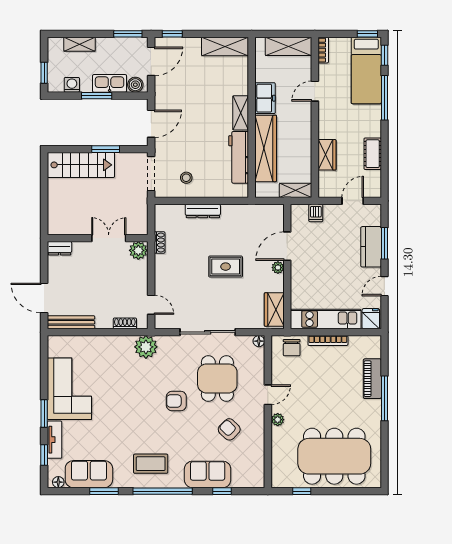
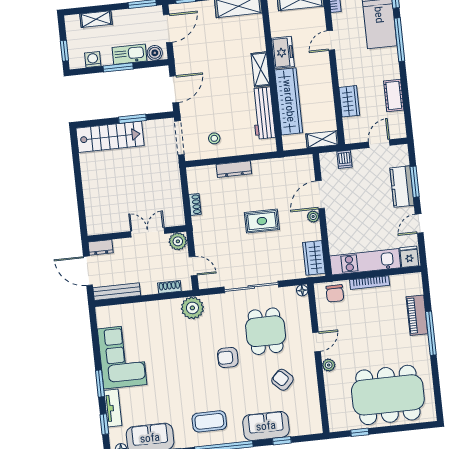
wall: (98, 238) -> (137, 234), moved
double door: (109, 238) -> (148, 232), moved
dresser: (59, 248) -> (101, 247), moved
plant: (138, 250) -> (178, 241), moved

